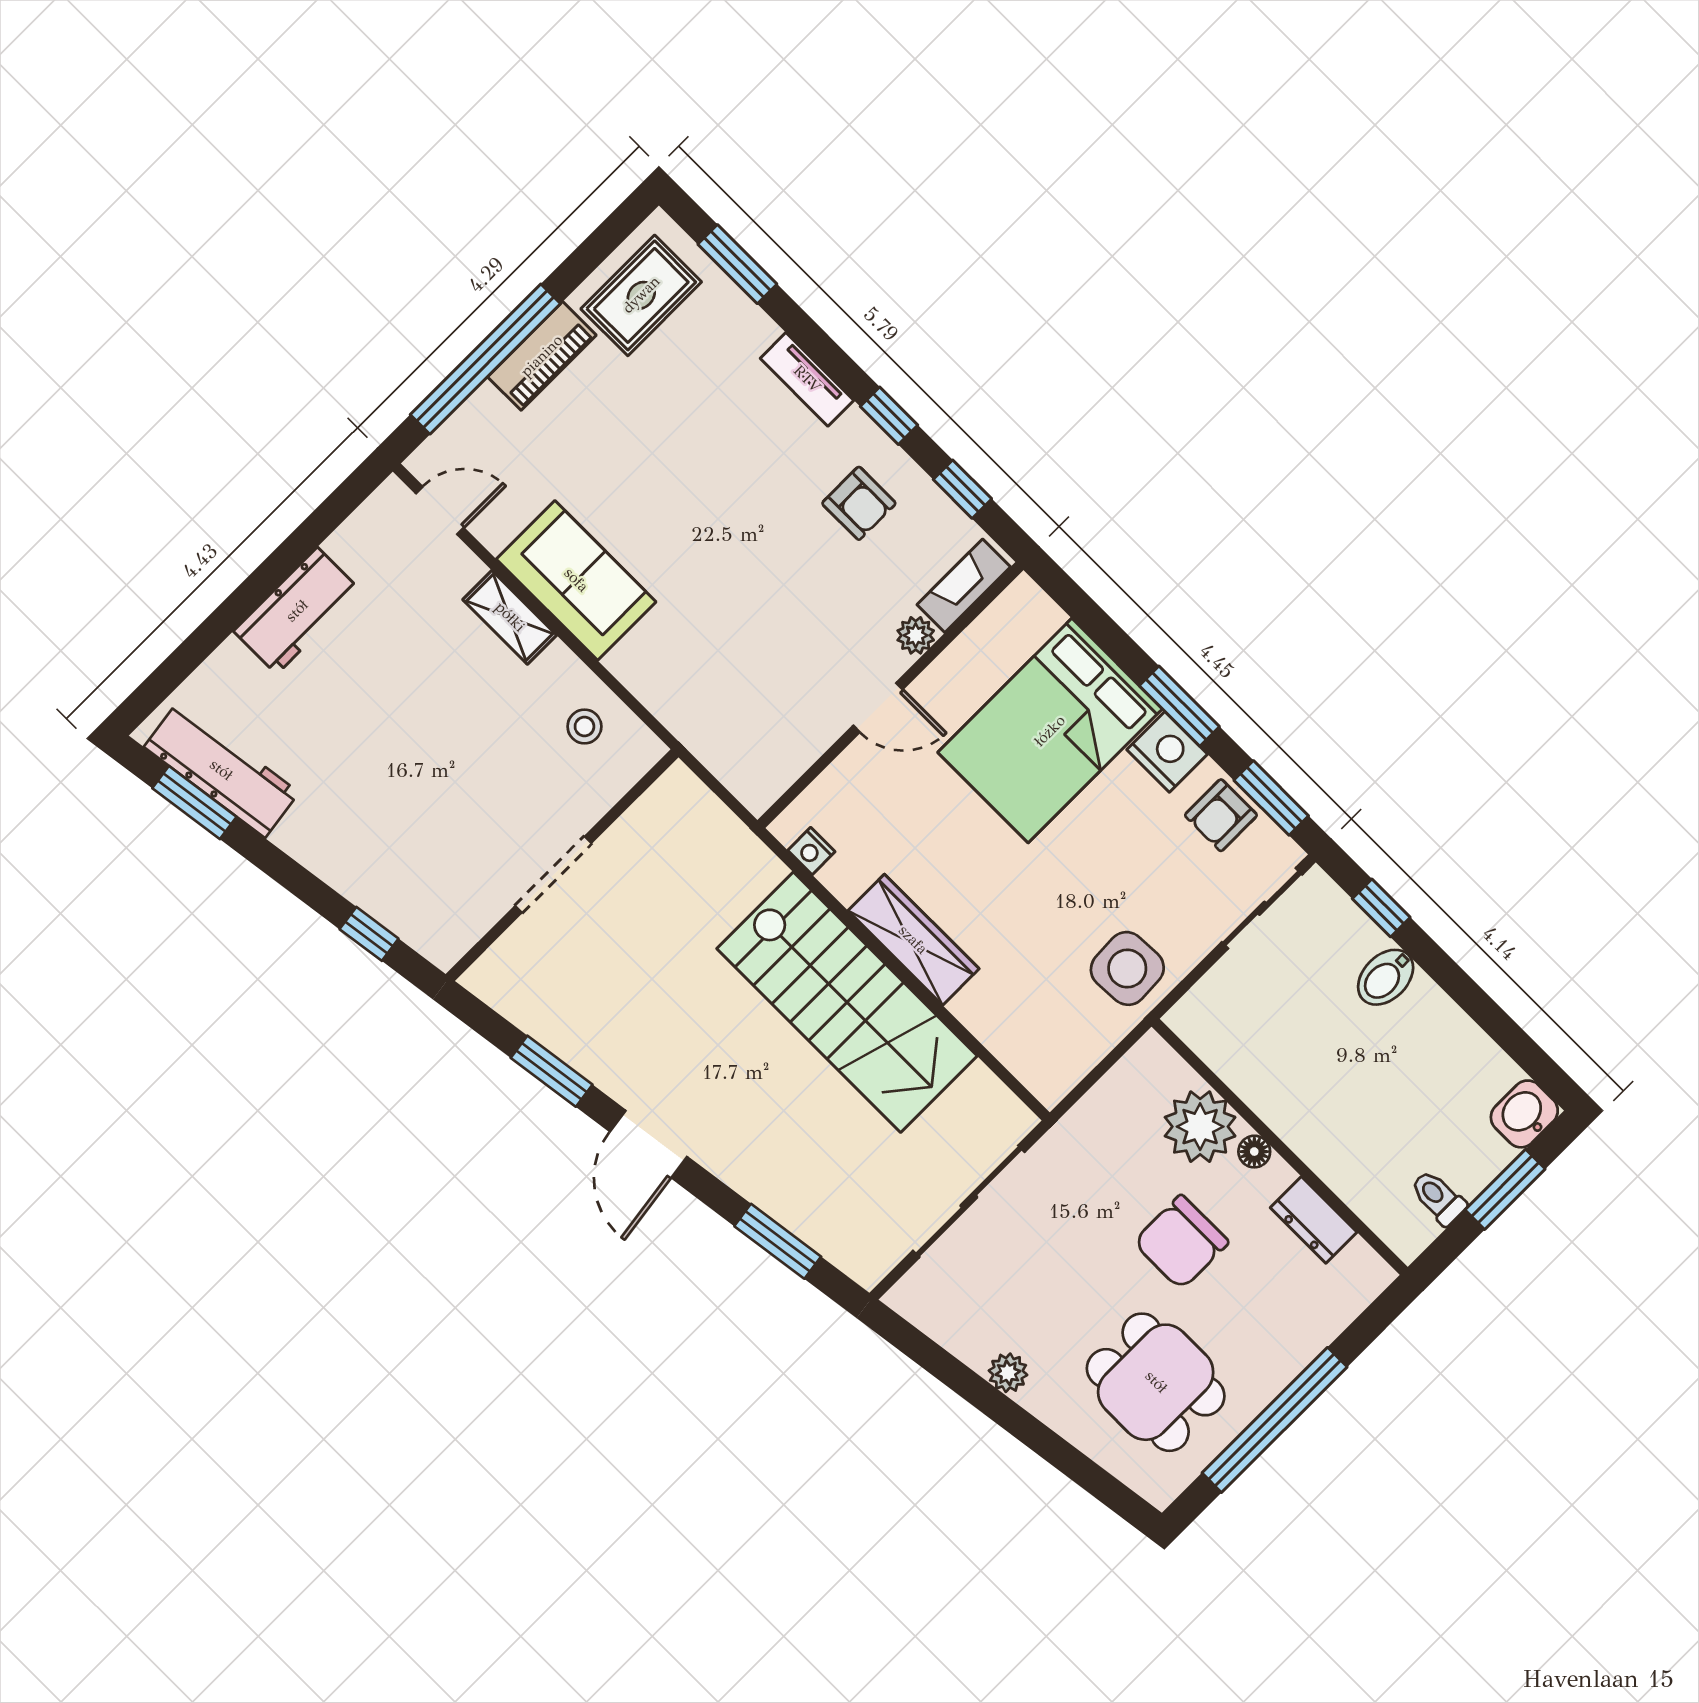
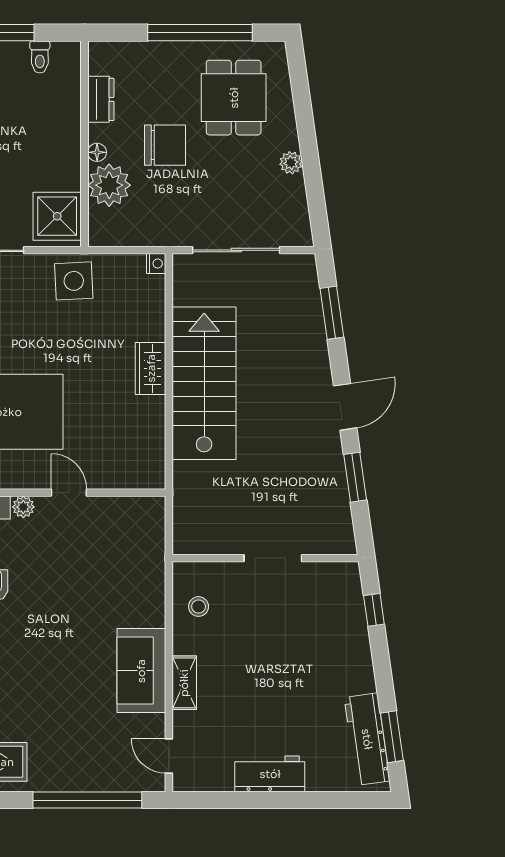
piano: (542, 356) -> (63, 778), removed
nightstand: (811, 851) -> (156, 264), moved
wardrobe: (913, 940) -> (151, 368), width x0.67
shower: (1225, 1027) -> (57, 216), added

